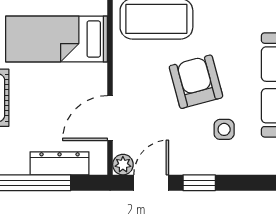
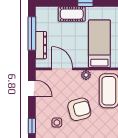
plant: (123, 165) -> (86, 75), moved
window: (199, 183) -> (32, 126), moved

